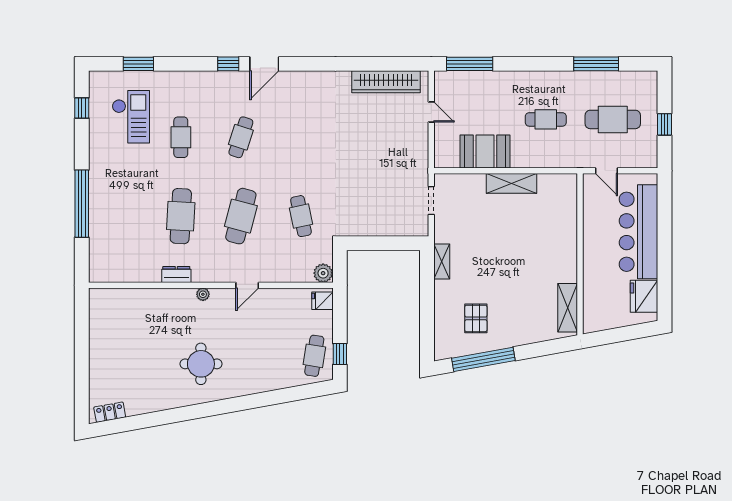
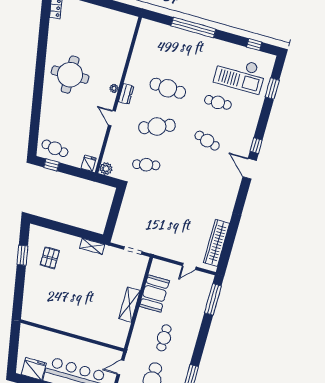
checkout: (131, 117) -> (240, 74), width x1.36, depth x1.21
cafe table: (241, 216) -> (157, 127), turned -36
dresser: (176, 274) -> (126, 94), moved
shelving: (568, 308) -> (40, 318), removed
pallet: (476, 318) -> (50, 258), turned 90
window: (483, 359) -> (22, 255), width x0.47
round table: (201, 364) -> (70, 75), width x1.36, depth x1.36

